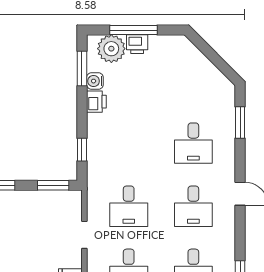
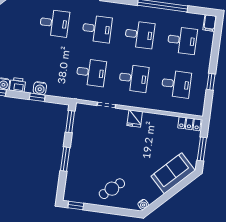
water cooler: (96, 135) -> (40, 88), added
window: (82, 150) -> (37, 97), moved

